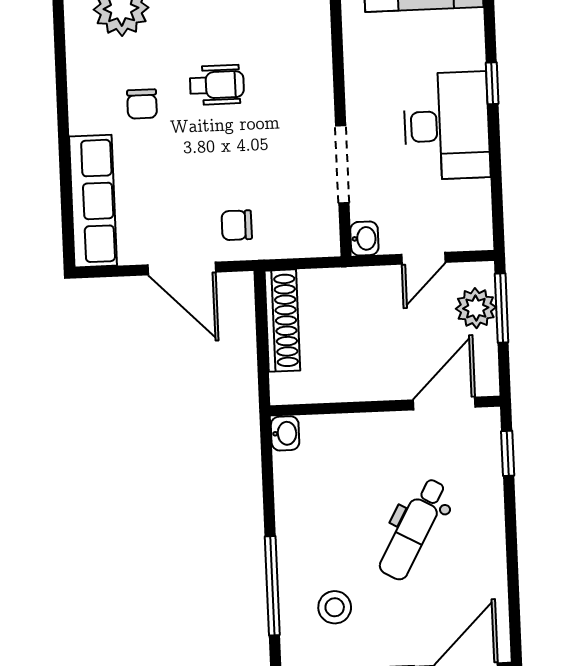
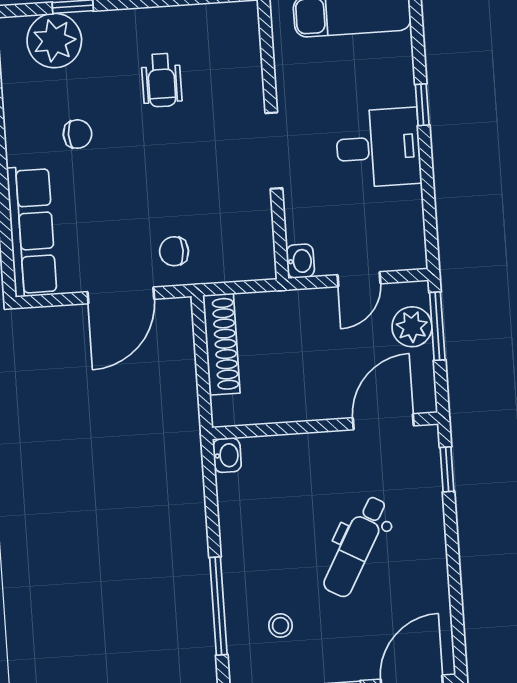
wheelchair: (217, 85) -> (162, 80), moved, turned 90
chair: (142, 104) -> (77, 134), turned -90
desk: (447, 126) -> (378, 148), width x0.73
doorway: (342, 164) -> (274, 151), moved
door: (182, 268) -> (121, 295), hinge flipped
stool: (335, 607) -> (280, 626), width x0.73, depth x0.73

